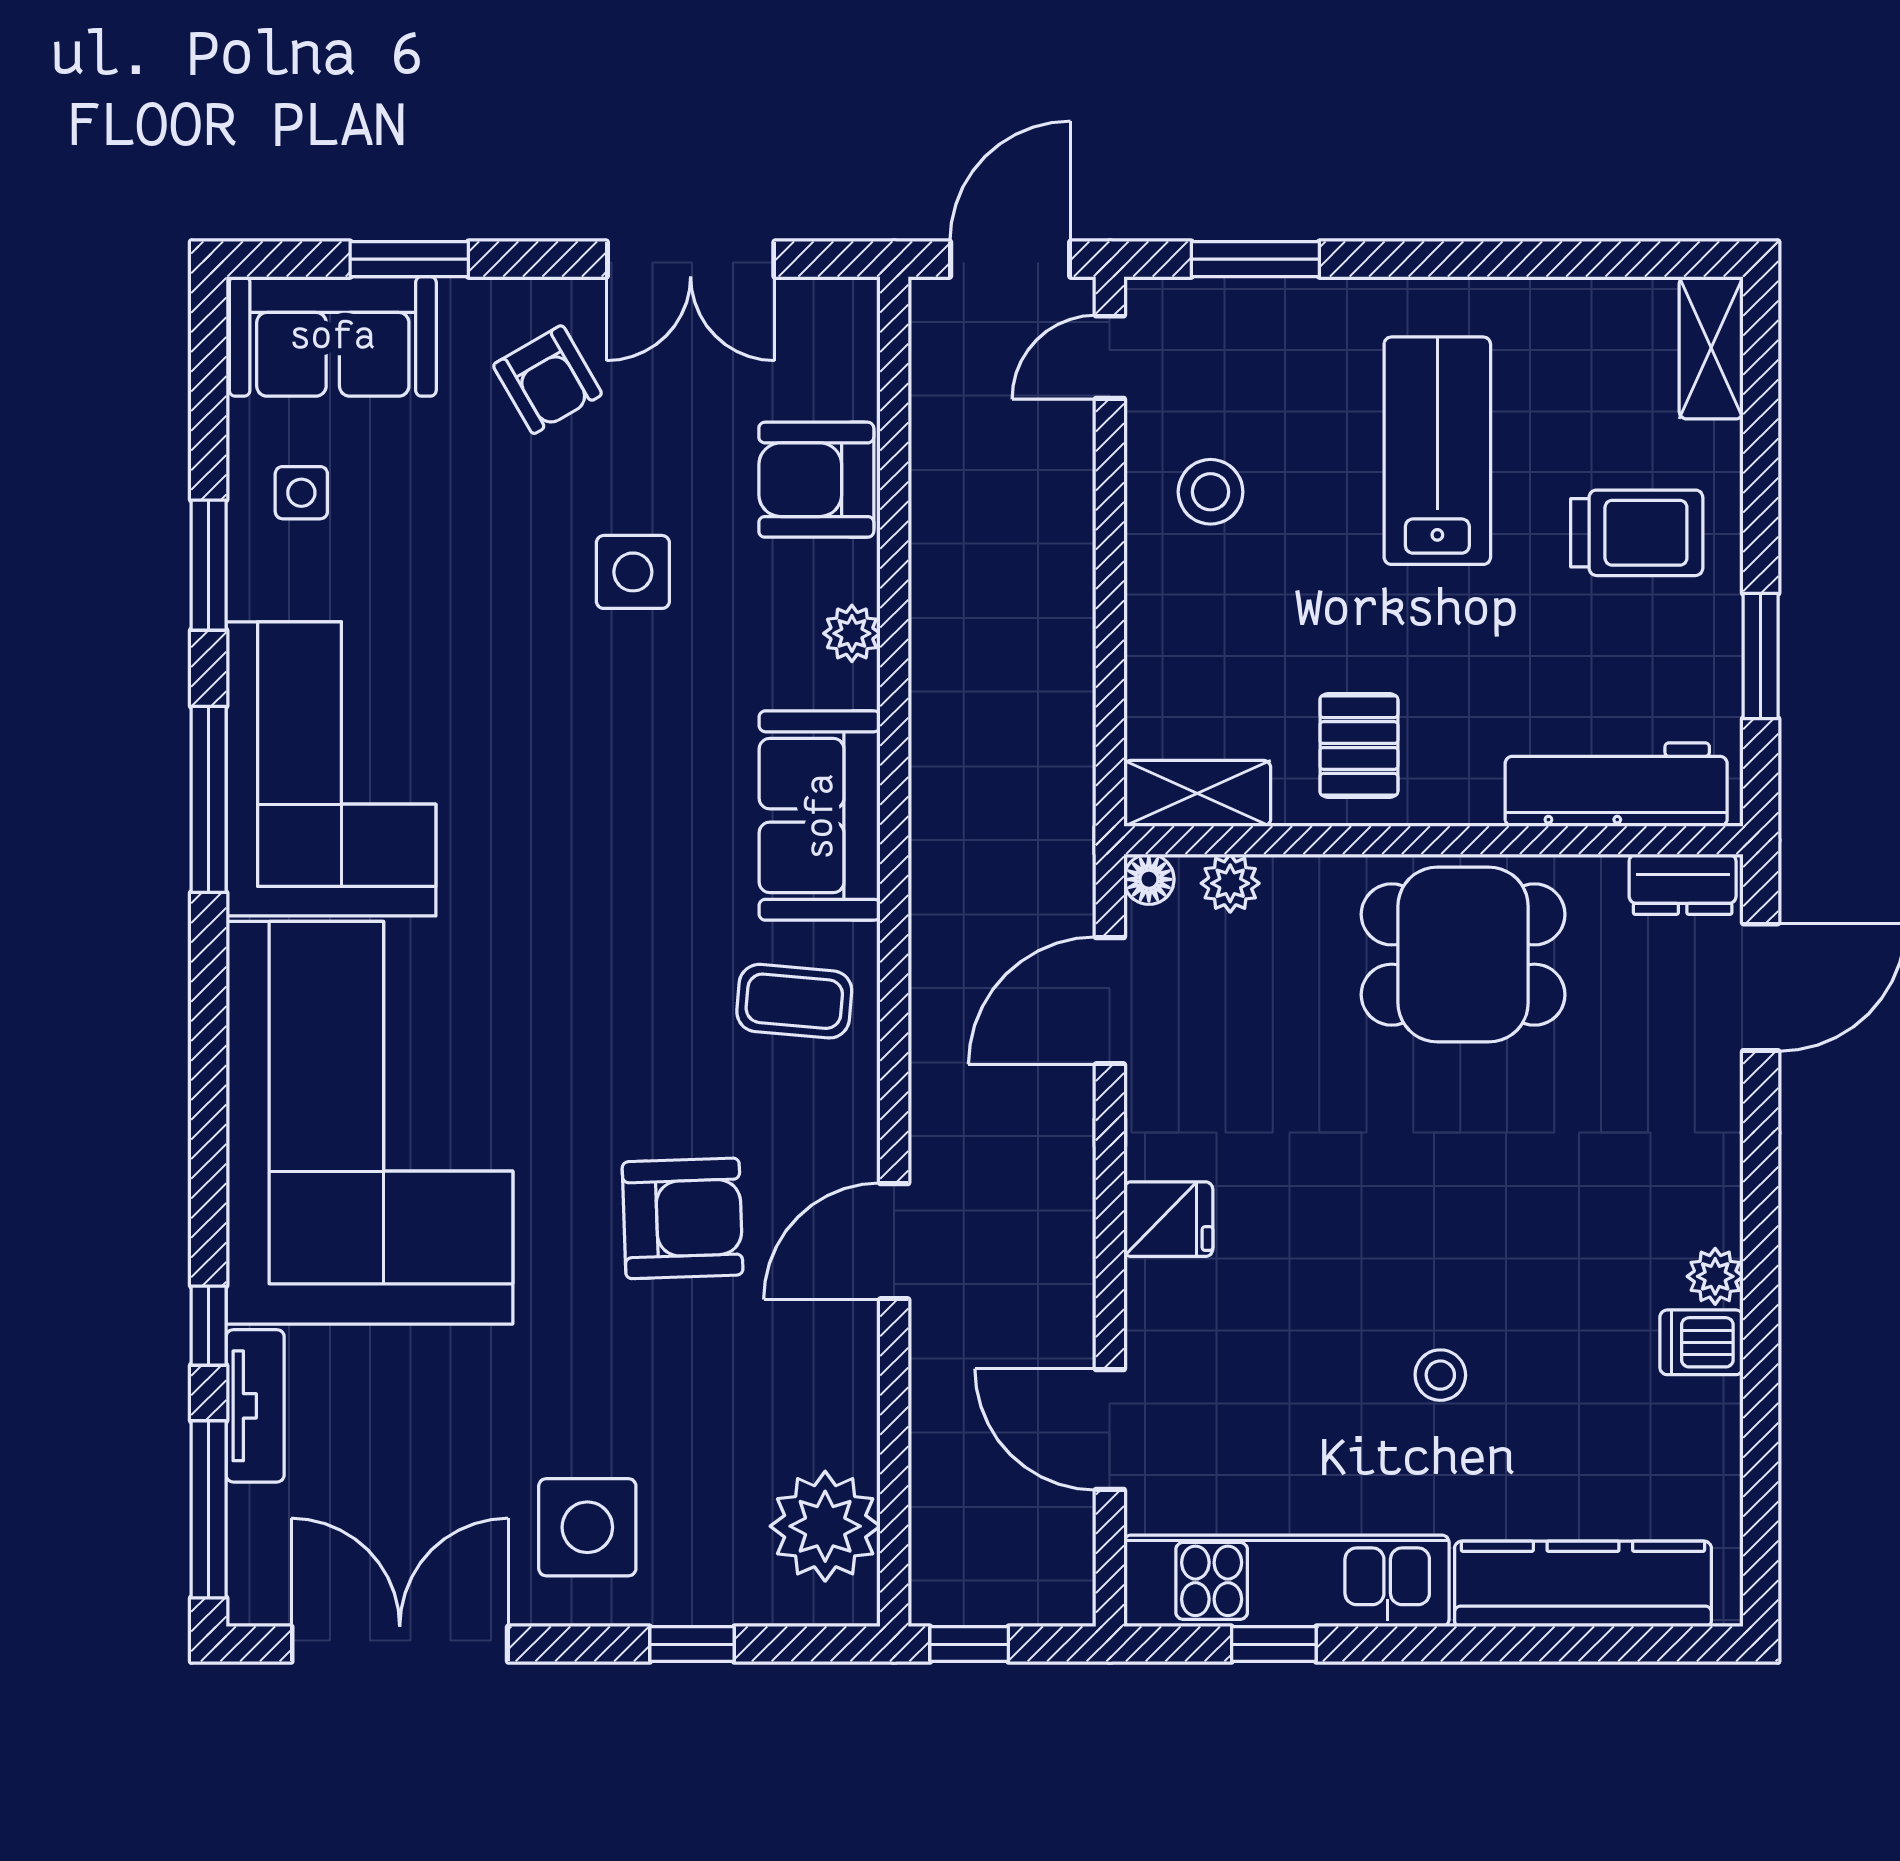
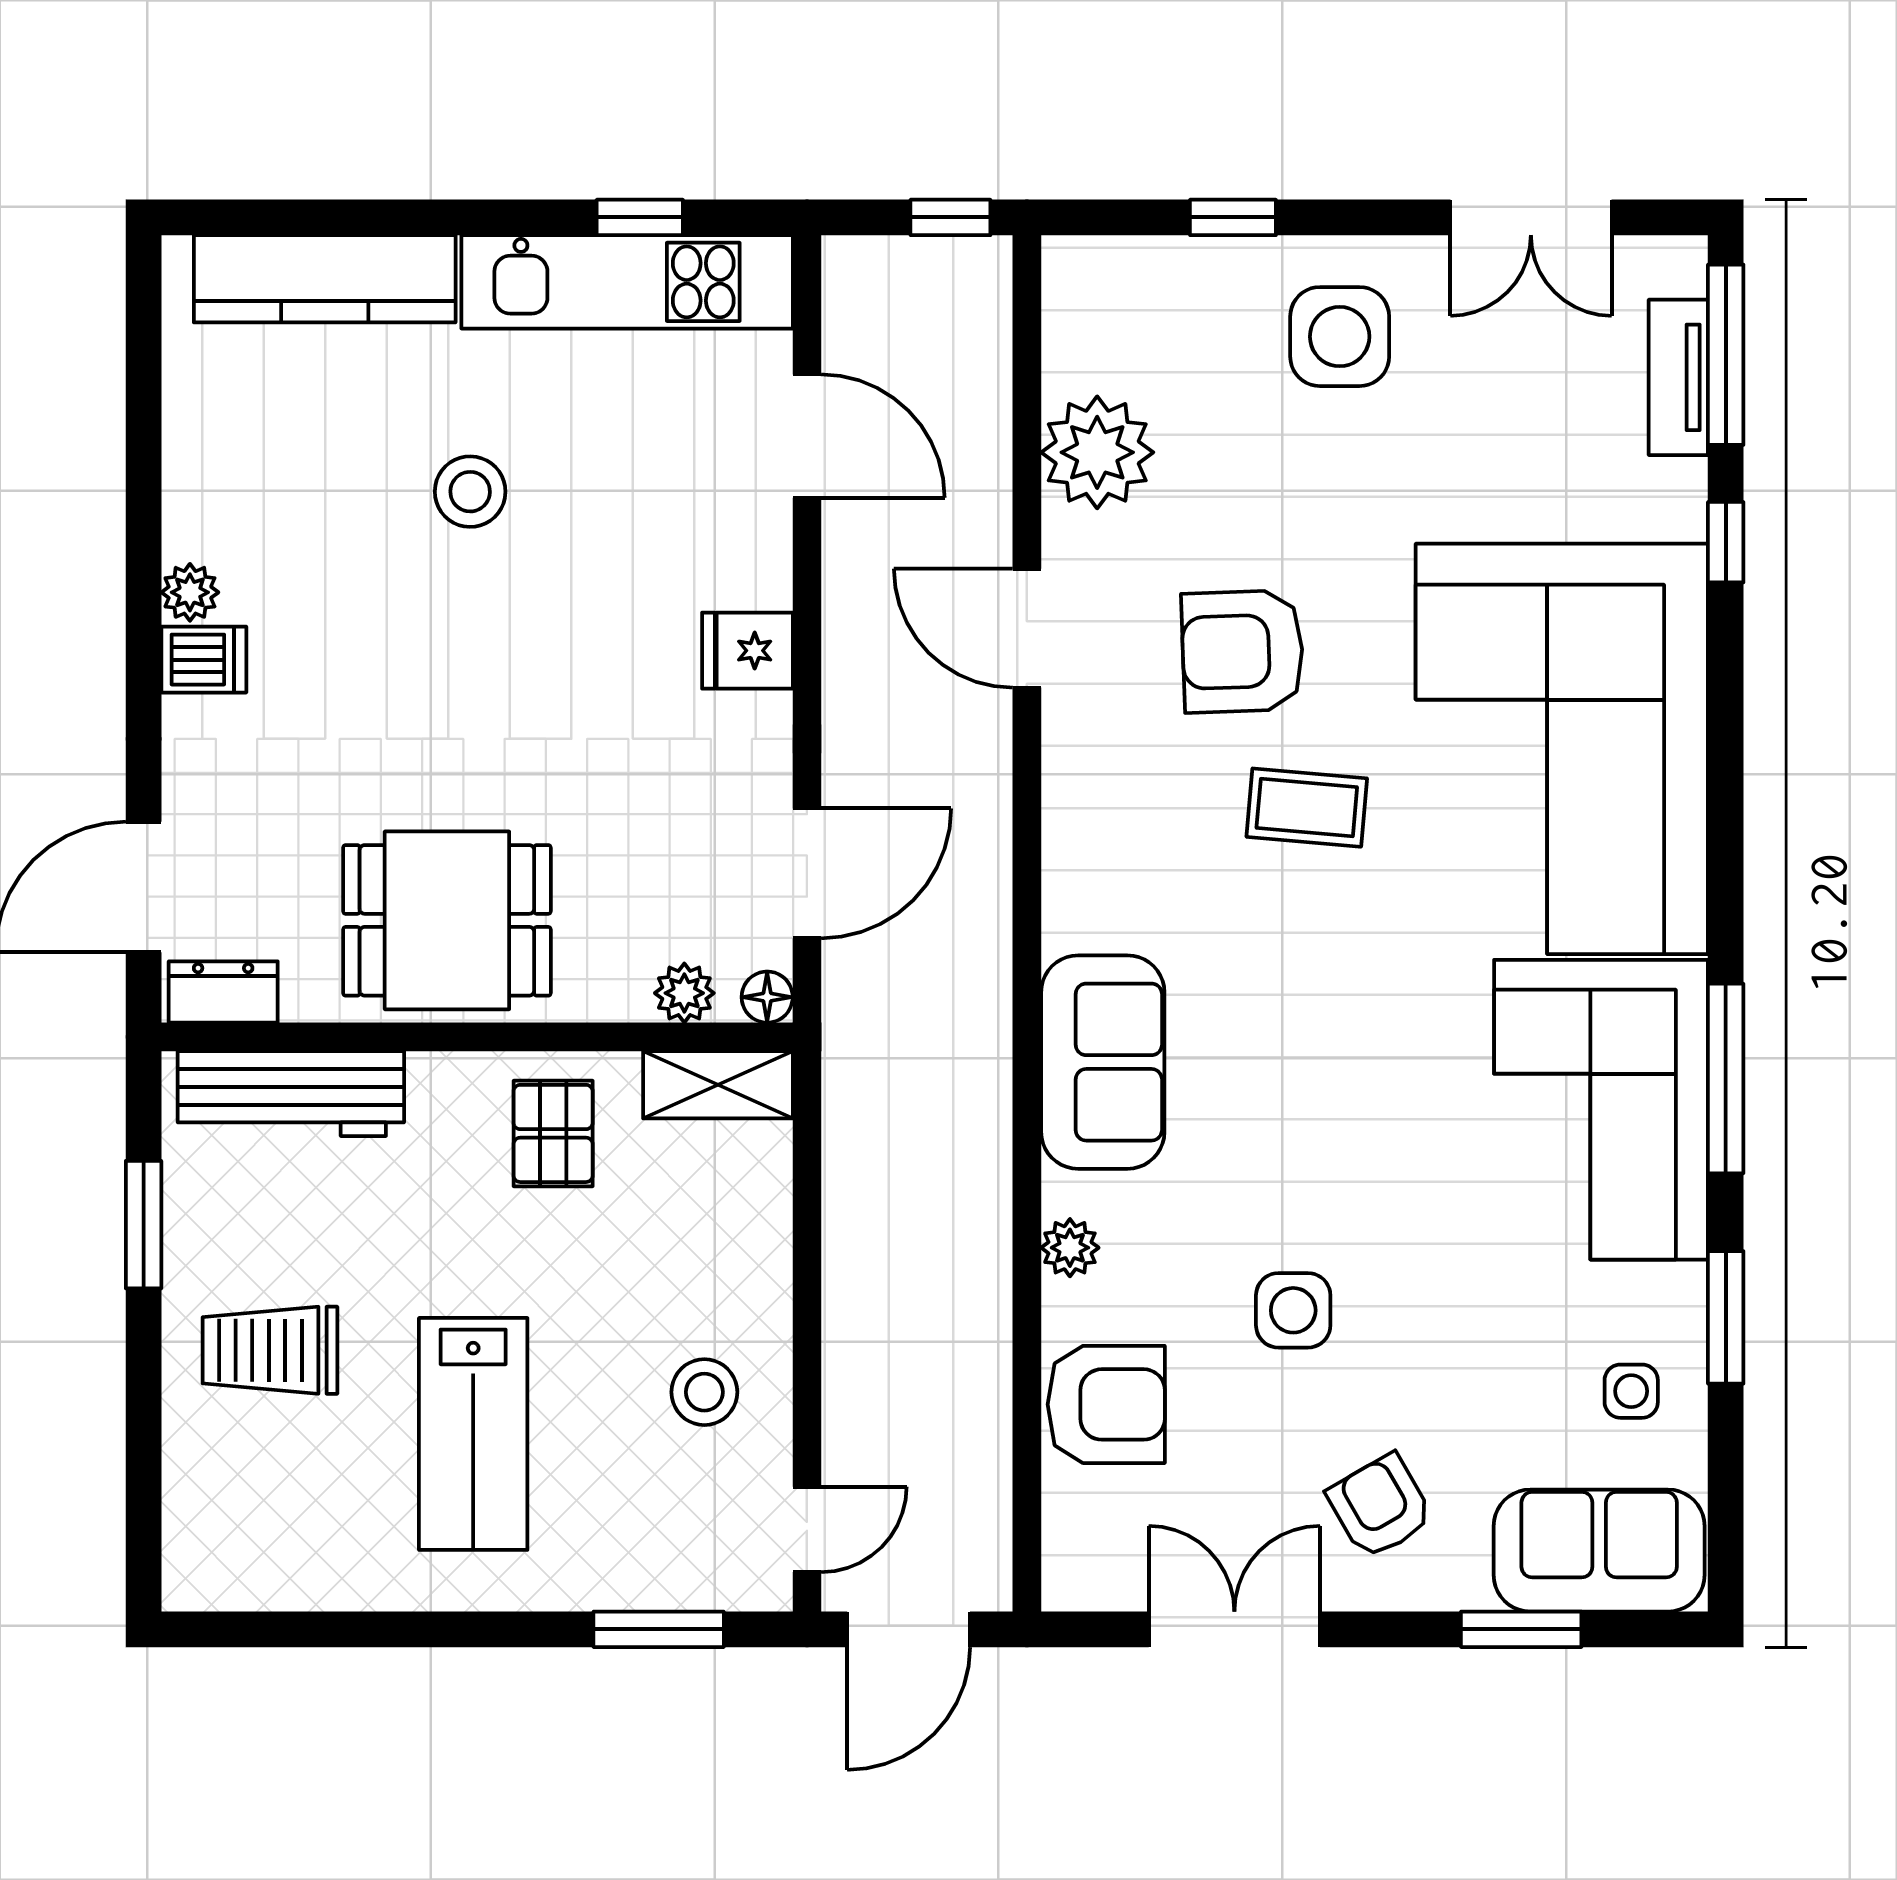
shelving: (1711, 348) -> (194, 1539), removed
coffee table: (794, 1001) -> (1307, 808), moved
door: (894, 1241) -> (1027, 628), swing flipped
dishwasher: (1702, 1342) -> (204, 660), moved
stool: (1440, 1375) -> (470, 492), width x1.37, depth x1.37
tv unit: (255, 1406) -> (1678, 377), moved
plant: (825, 1526) -> (1097, 452), moved
double door: (400, 1644) -> (1531, 217), width x0.73

